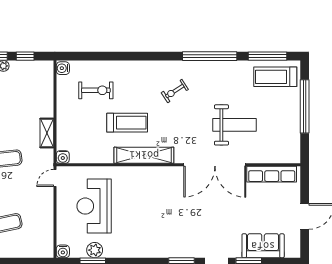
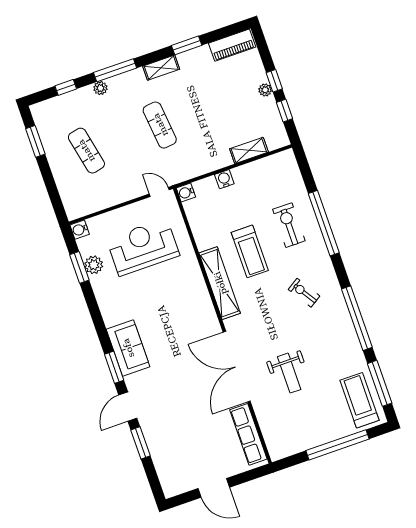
window: (125, 56) -> (324, 223), added
water cooler: (63, 68) -> (224, 179), moved
exercise bike: (96, 90) -> (289, 225), moved, turned 180
weight bench: (234, 125) -> (289, 373), width x0.73, depth x0.75
shelving: (47, 133) -> (249, 150), moved
sofa: (263, 246) -> (128, 348), moved

